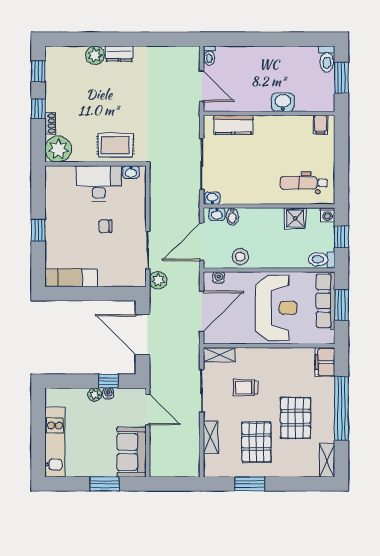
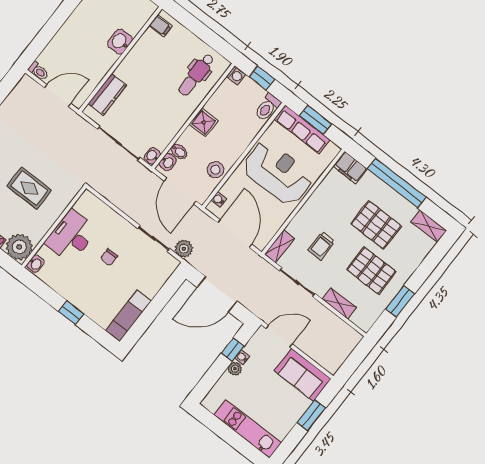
rug: (115, 145) -> (29, 188), moved, turned 90
washbasin: (131, 172) -> (35, 264), moved
shower: (295, 218) -> (204, 123), moved

